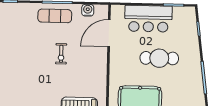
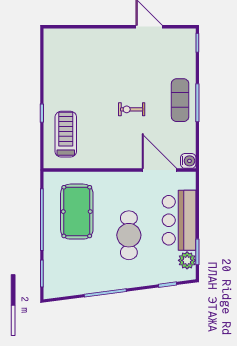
water cooler: (88, 10) -> (188, 161), moved
plant: (180, 13) -> (187, 260), added

